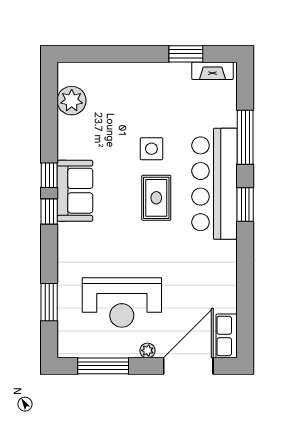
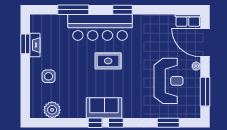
fireplace: (213, 71) -> (35, 45), moved
side table: (151, 149) -> (49, 76), moved
window: (245, 205) -> (123, 10), moved

